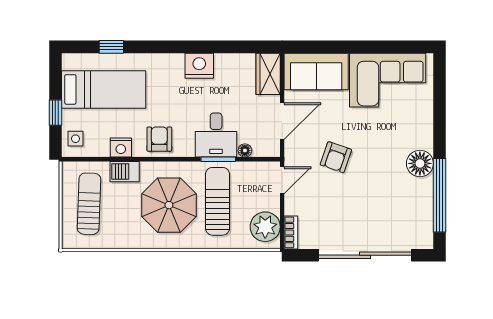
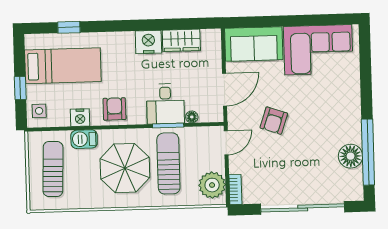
wardrobe: (268, 74) -> (181, 40), moved, turned -90
floor lamp: (420, 163) -> (351, 156), moved

